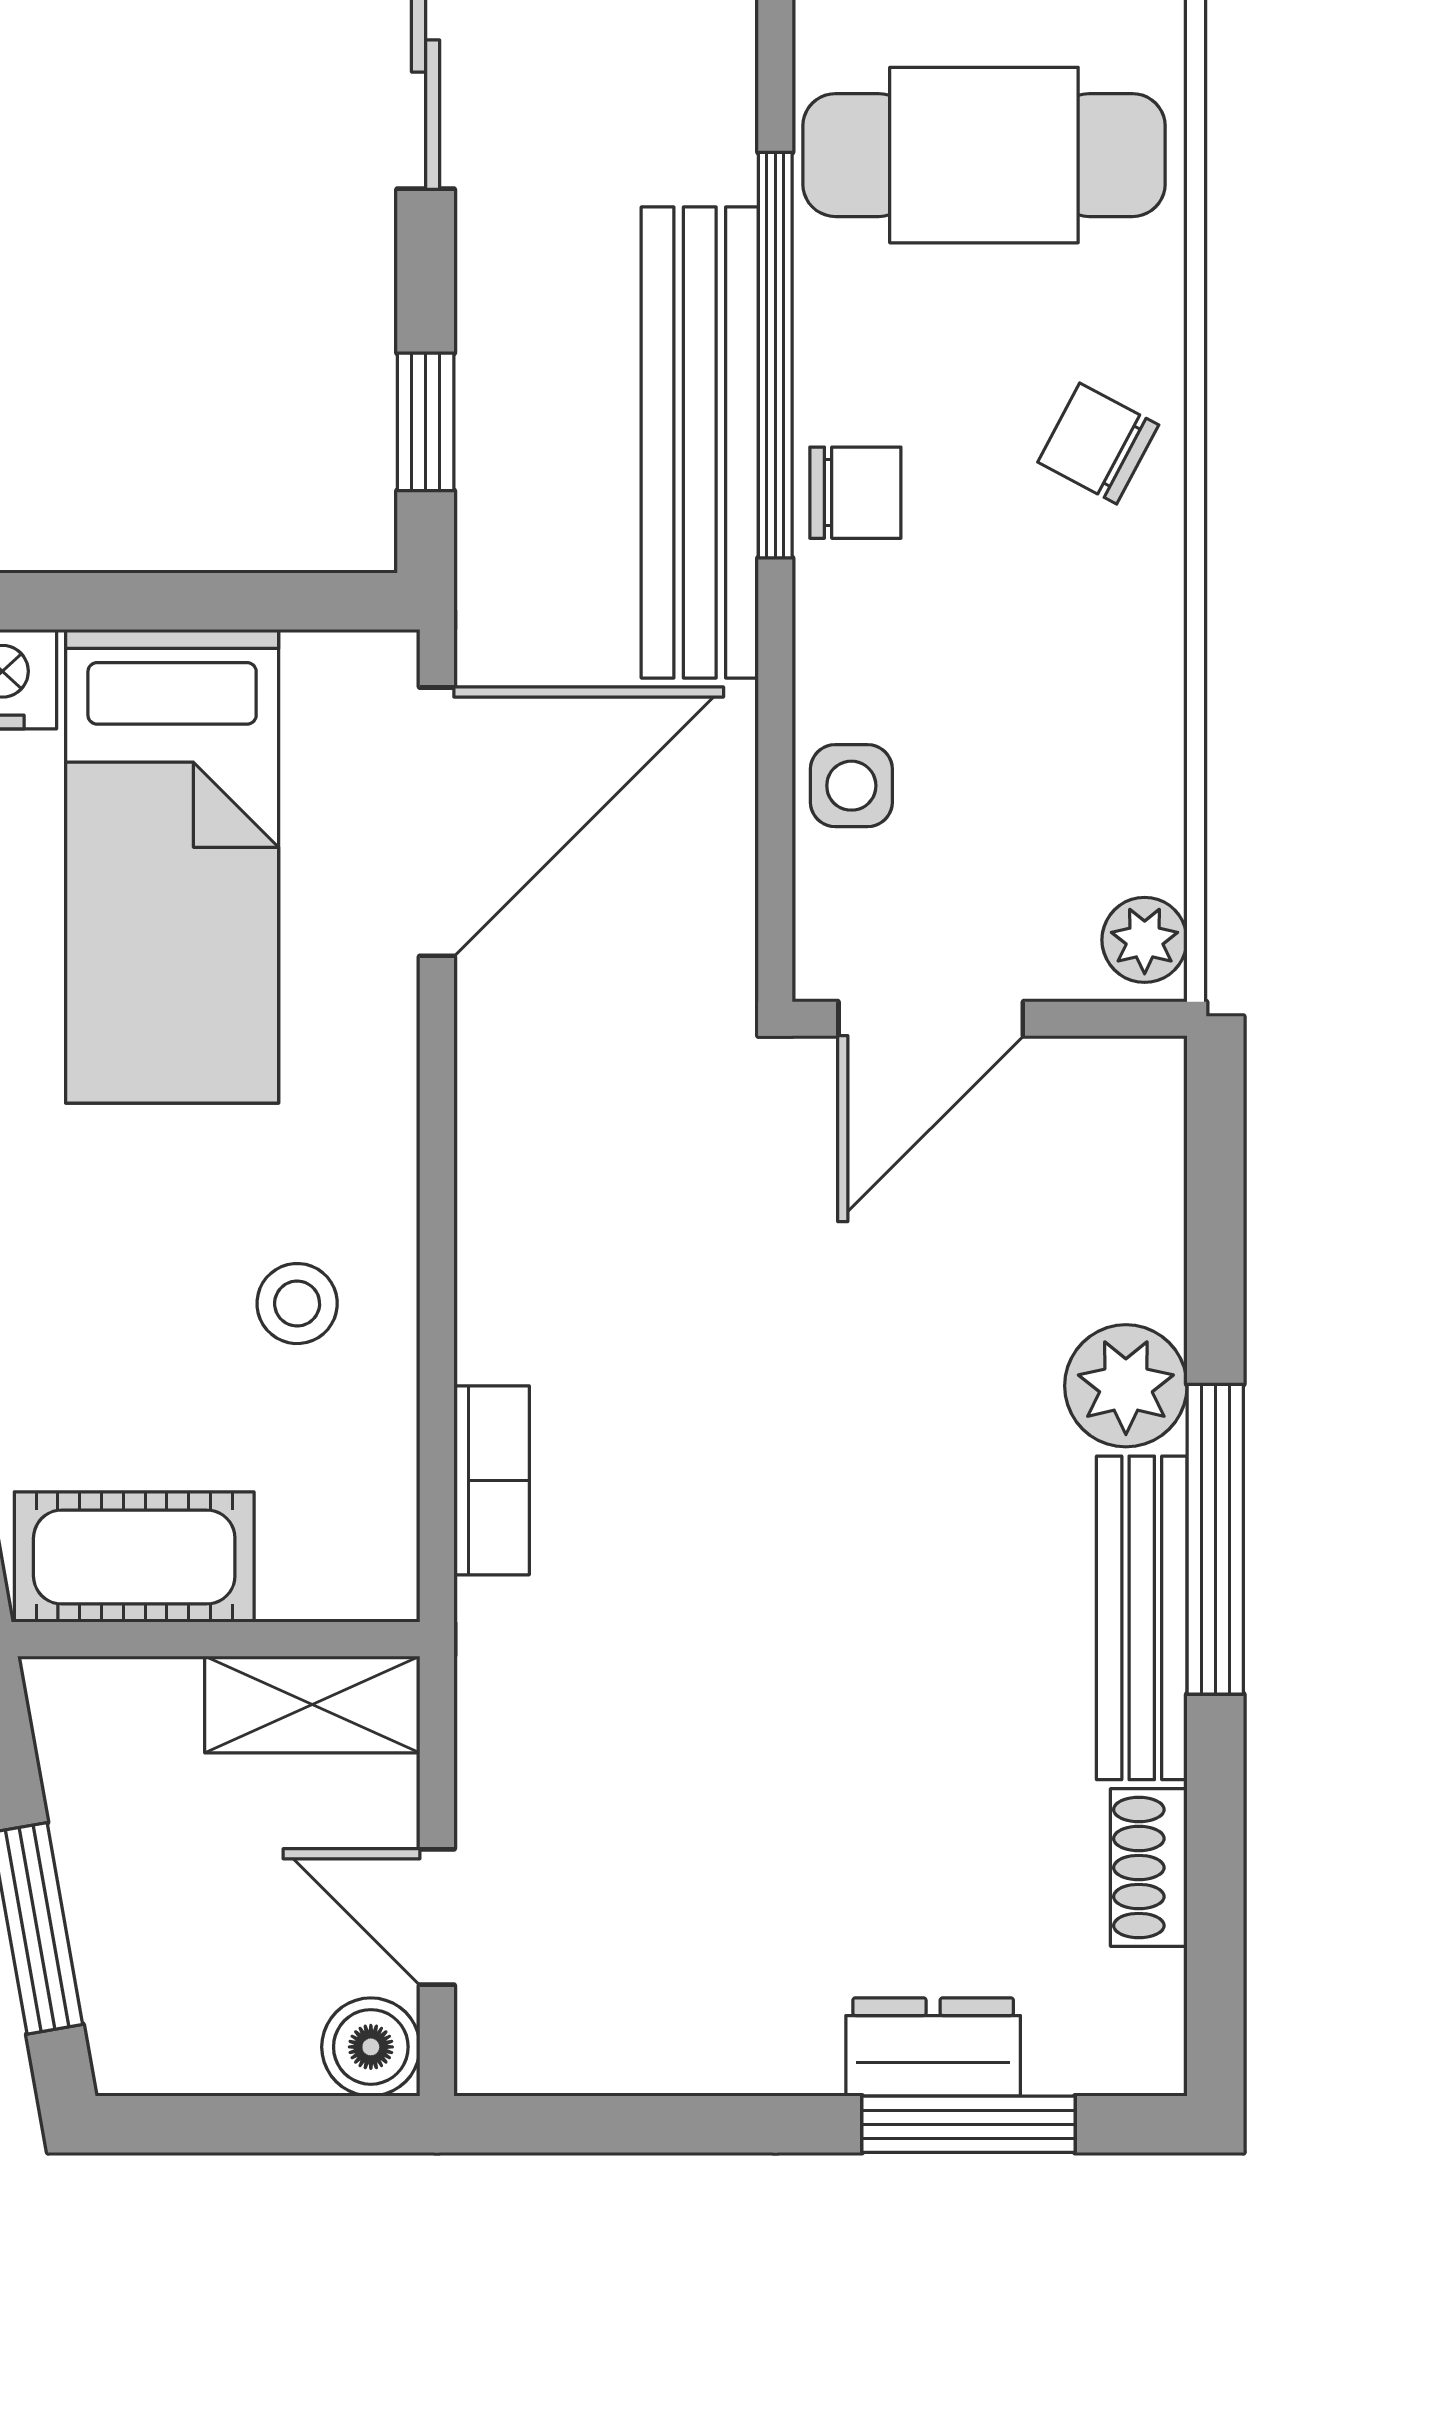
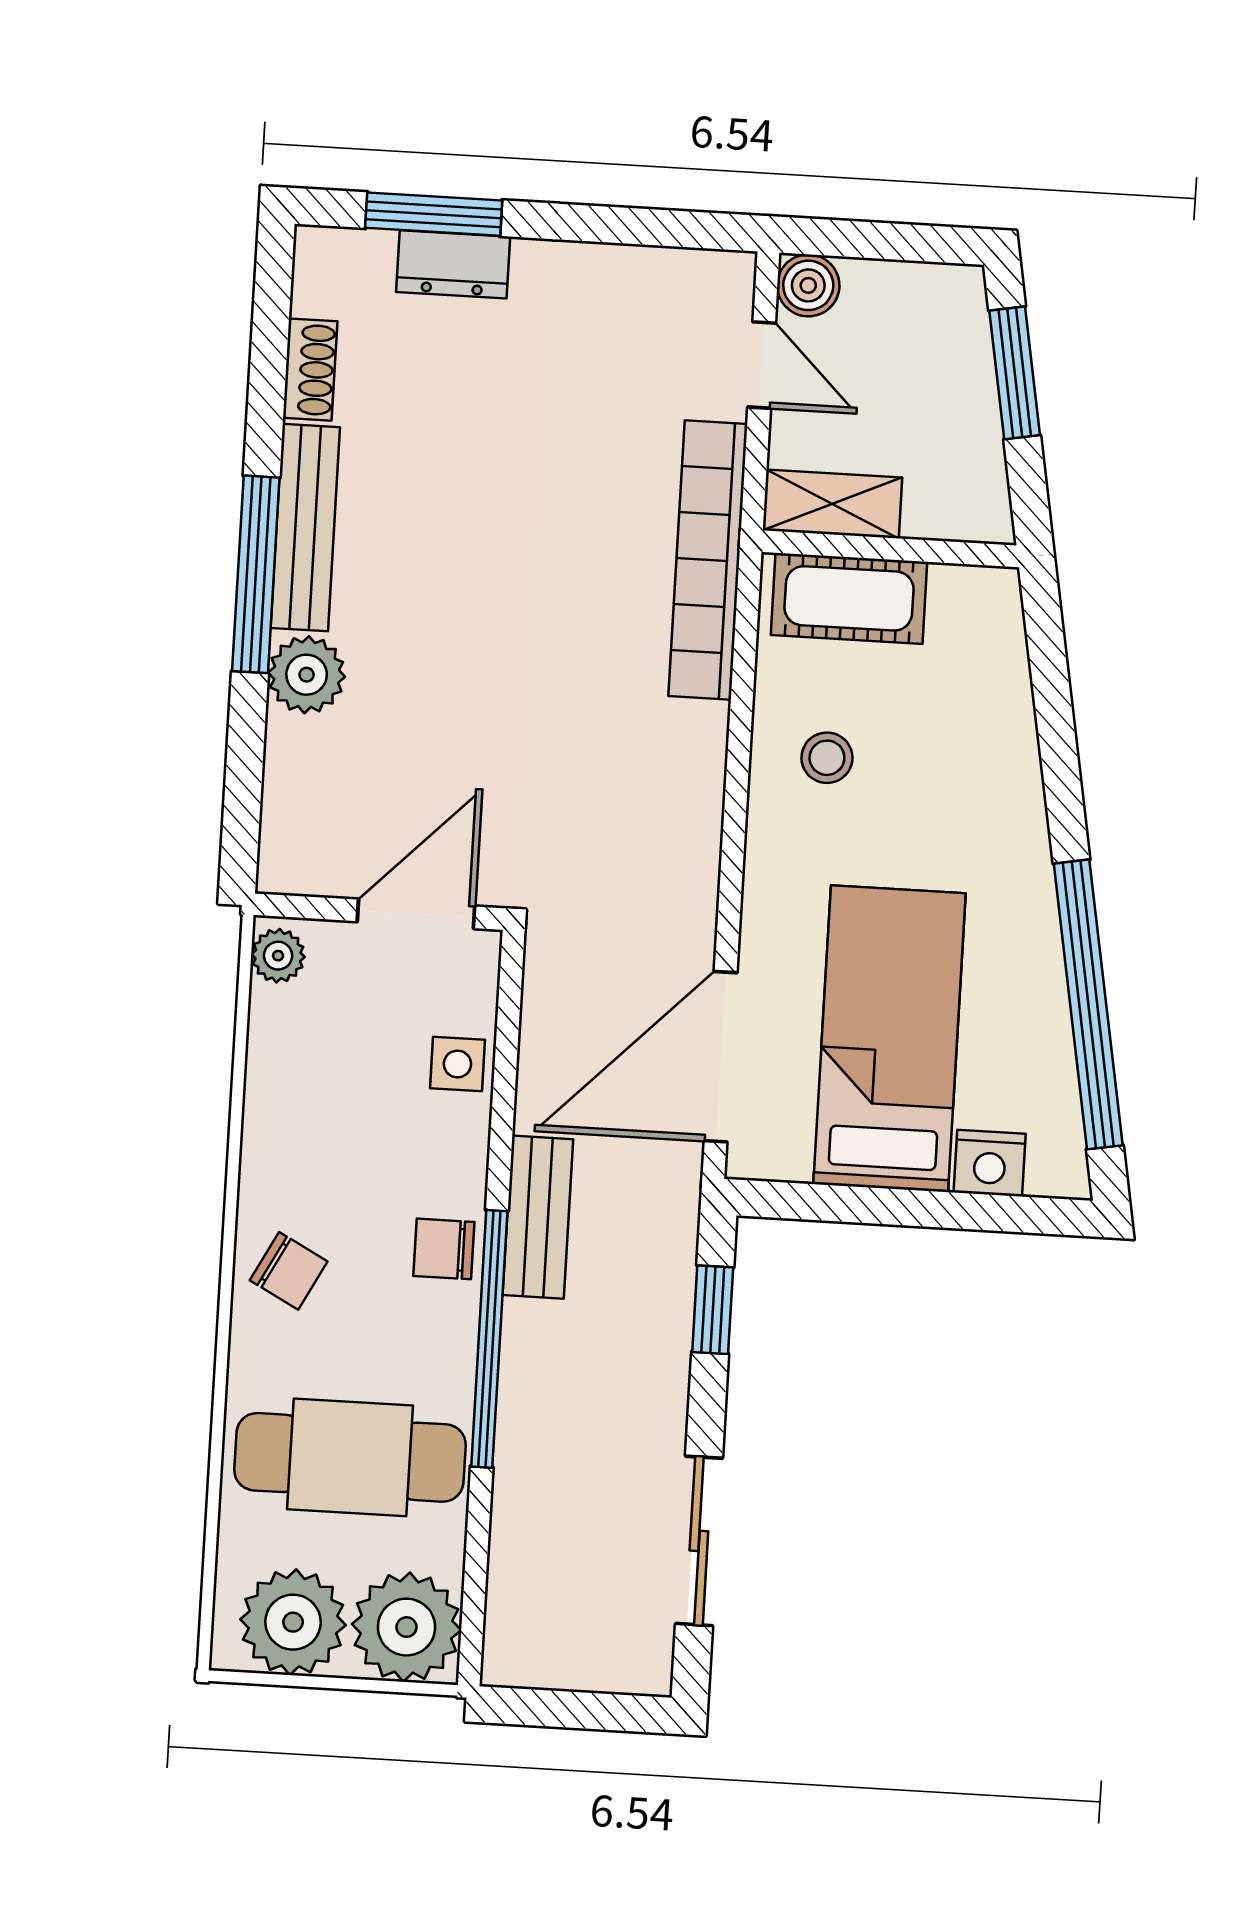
bench: (700, 443) -> (538, 1217), width x0.54, depth x0.82
bookcase: (492, 1480) -> (708, 560), width x2.31, depth x1.31
cot: (134, 1557) -> (849, 598), moved

